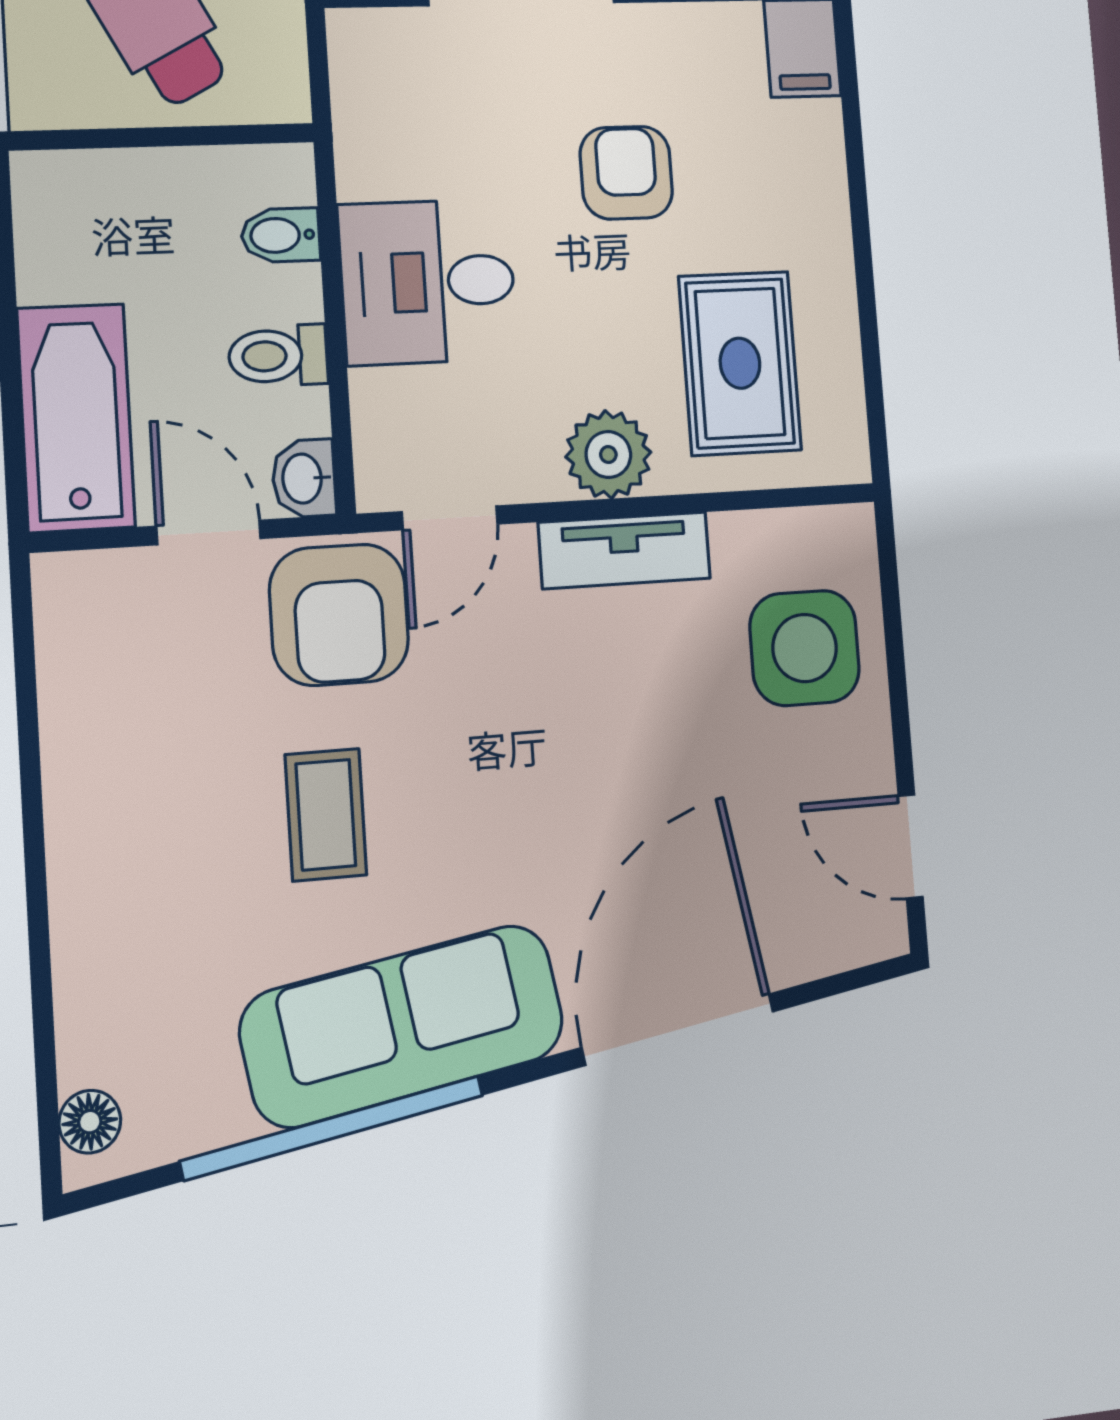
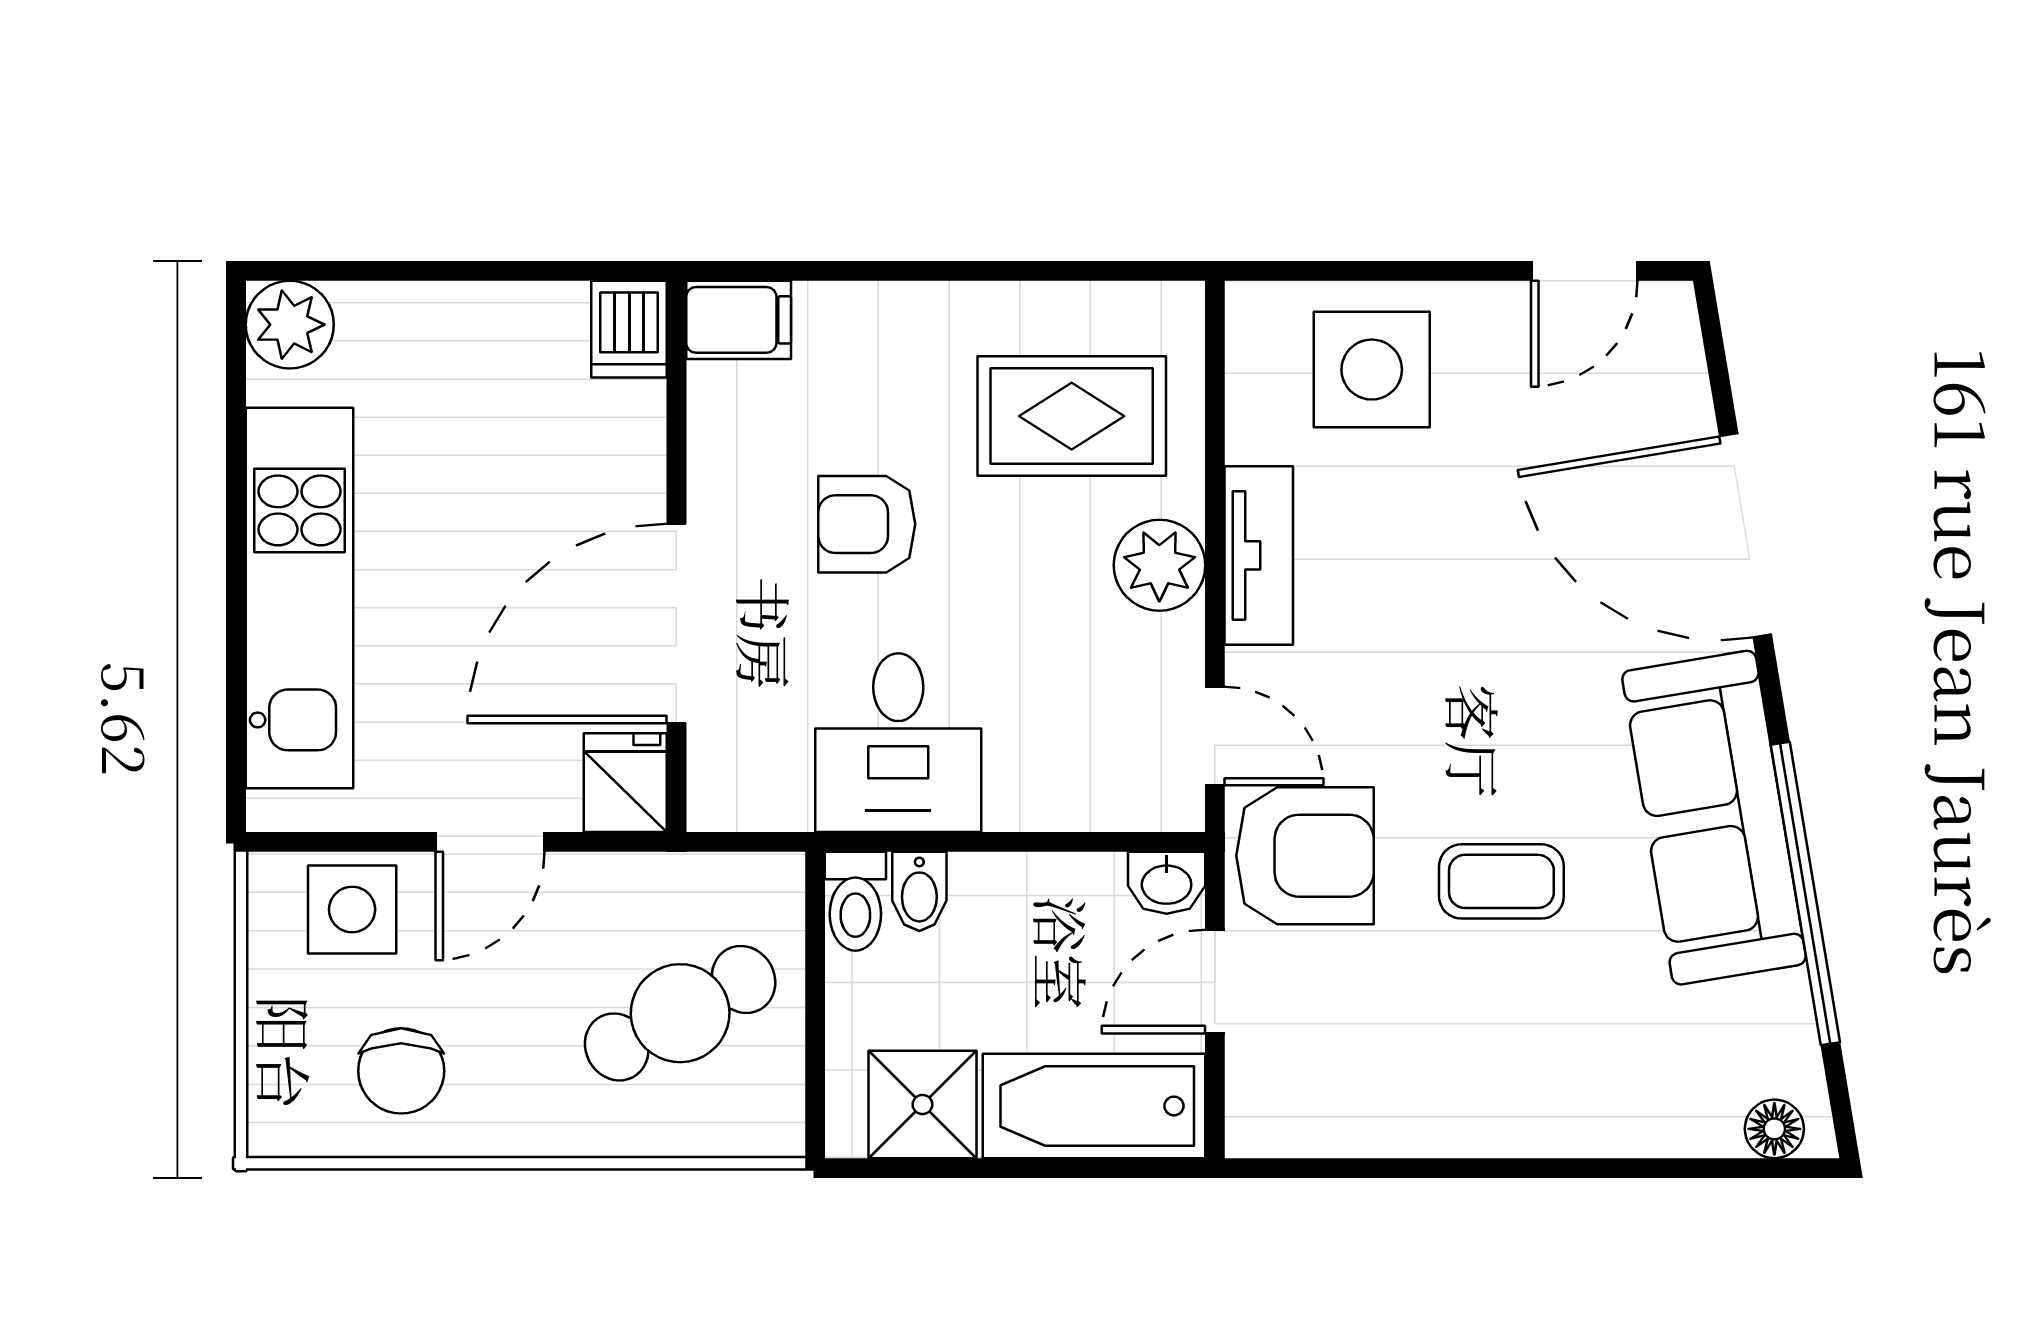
shower: (68, 246) -> (922, 1105), added
desk: (428, 282) -> (898, 743), moved
toilet: (278, 356) -> (855, 901), moved

